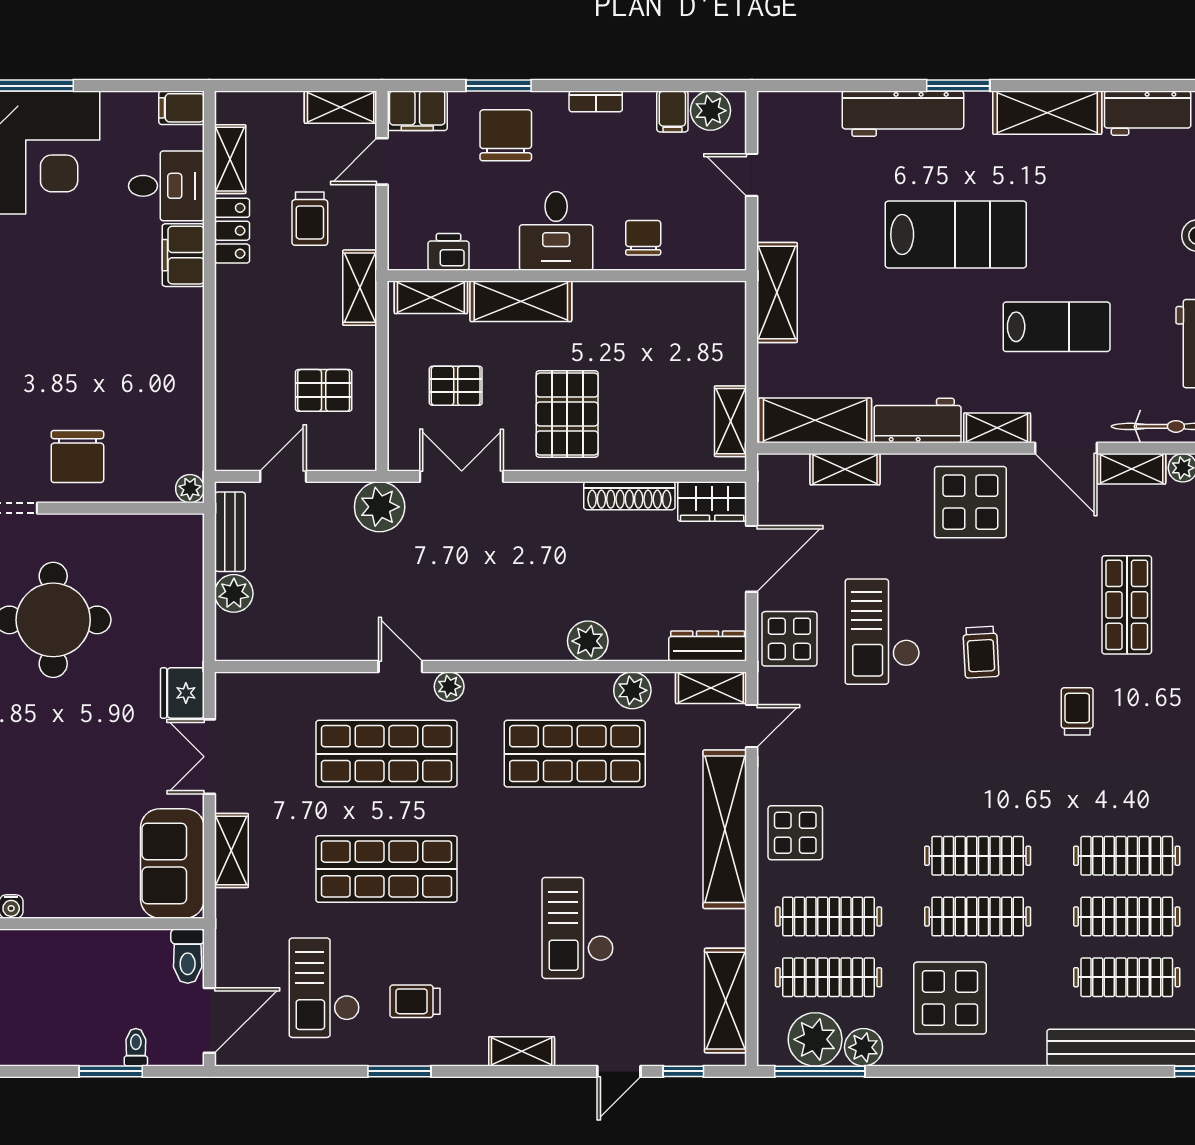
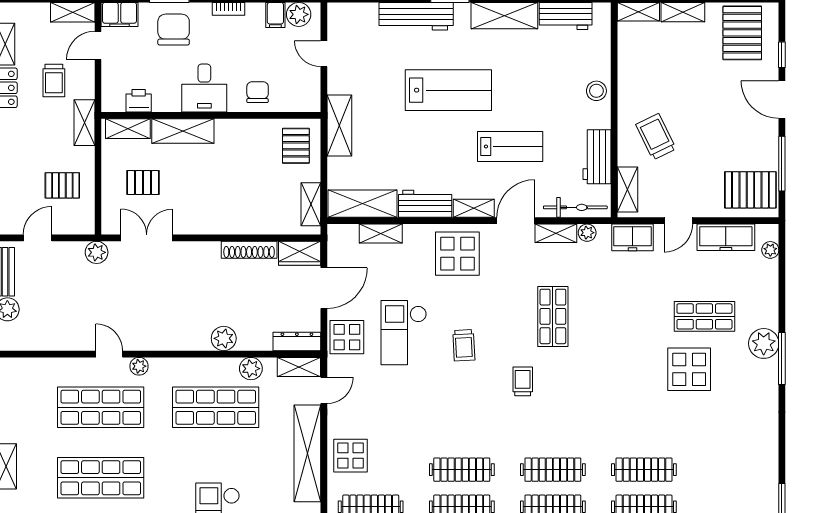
pallet: (567, 414) -> (296, 146), moved, width x0.67, depth x0.71
door: (1066, 448) -> (516, 221), swing flipped
plant: (380, 507) -> (97, 252), width x0.73, depth x0.73

